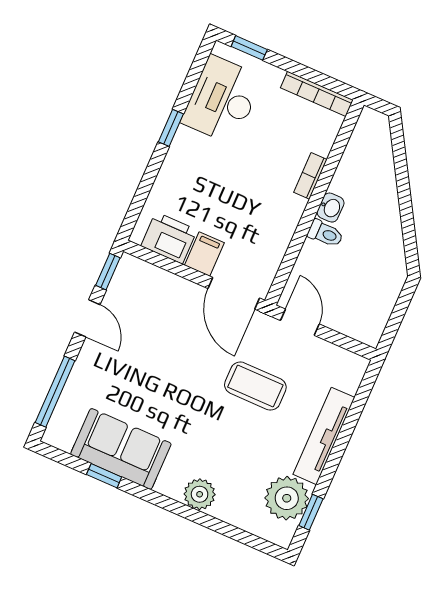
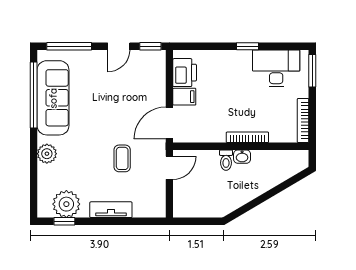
window: (249, 48) -> (312, 71), width x1.50
bookcase: (310, 176) -> (247, 137), width x1.56
coffee table: (255, 386) -> (122, 158), width x0.73, depth x0.77
tv unit: (324, 436) -> (111, 210), width x0.71
sofa: (121, 449) -> (53, 98), width x1.36
window: (104, 476) -> (34, 95), width x3.17

